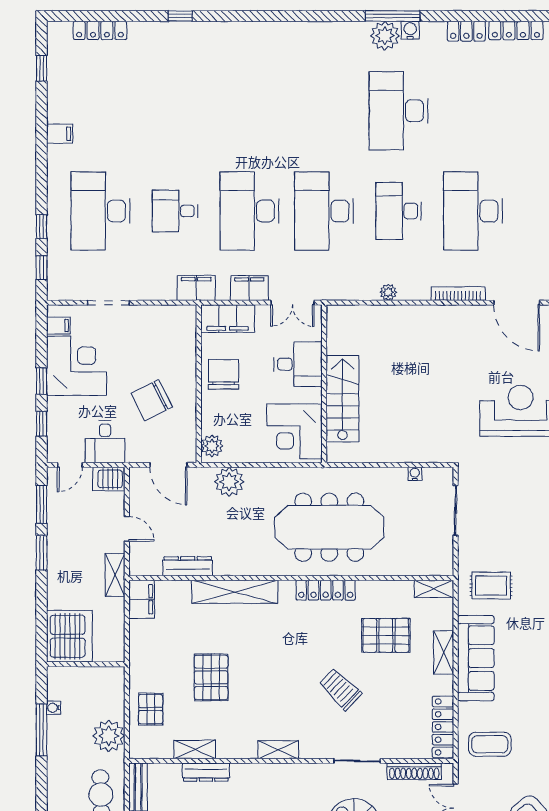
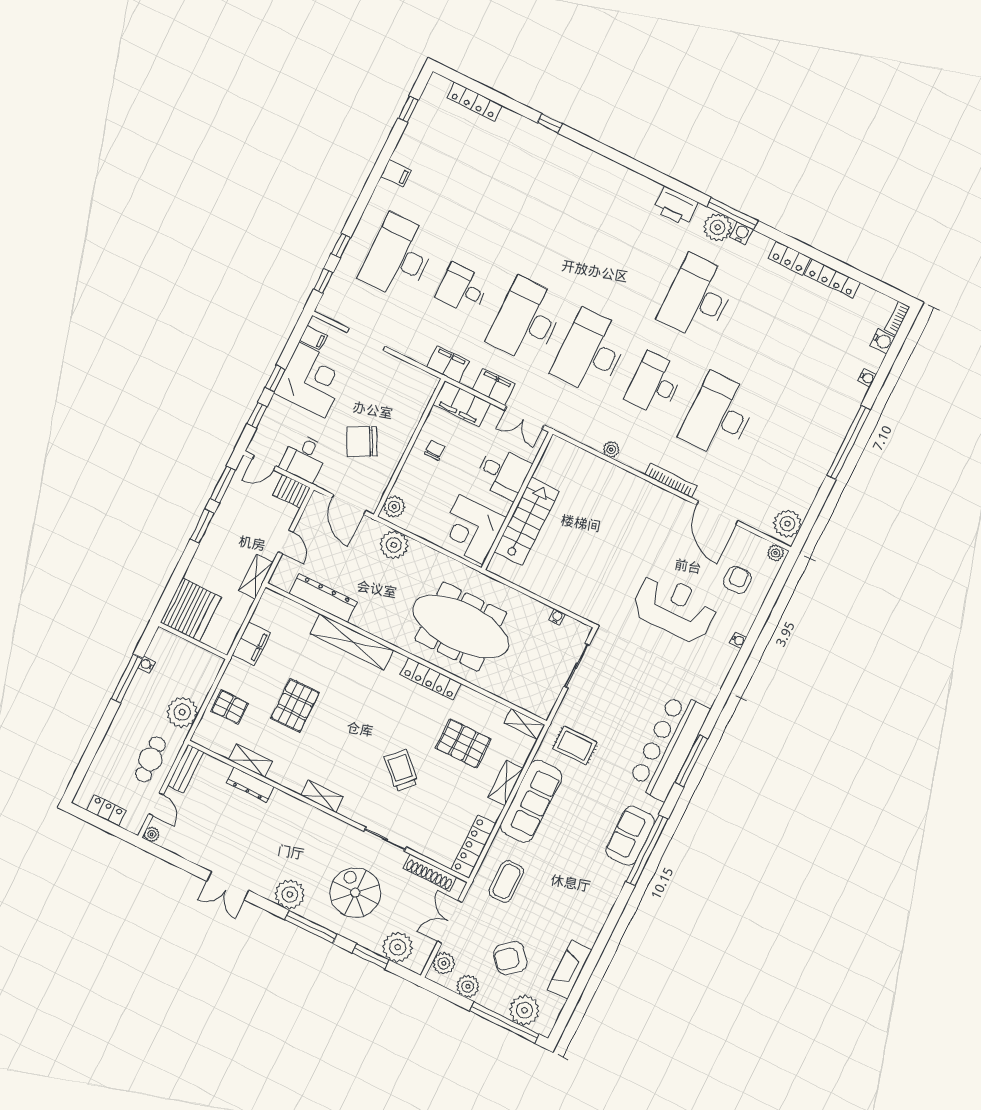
printer: (336, 35) -> (676, 206), added
chair: (224, 374) -> (435, 450), width x0.54, depth x0.54
dresser: (188, 566) -> (323, 598), width x1.37, depth x1.24
filing cabinet: (142, 599) -> (251, 644), moved
pallet: (151, 709) -> (230, 707), turned 90
coffee table: (490, 744) -> (506, 881), turned 90

